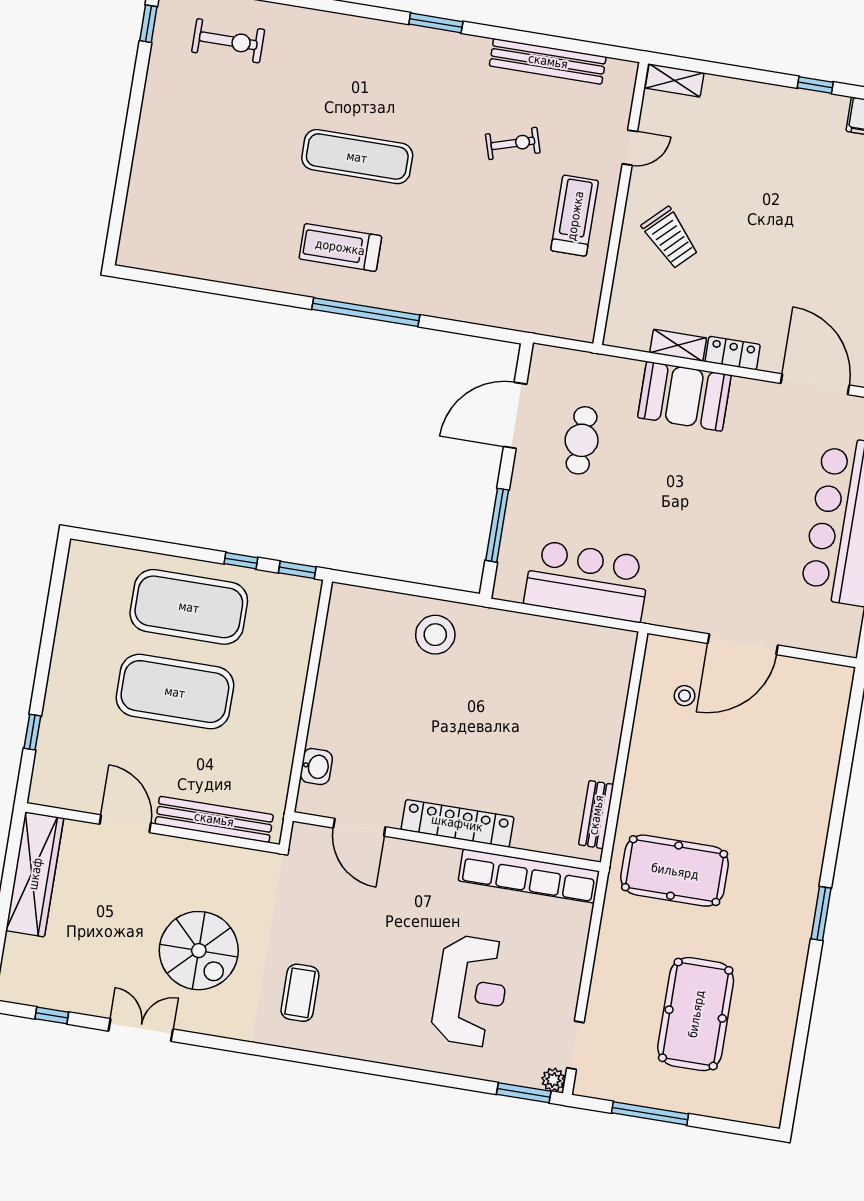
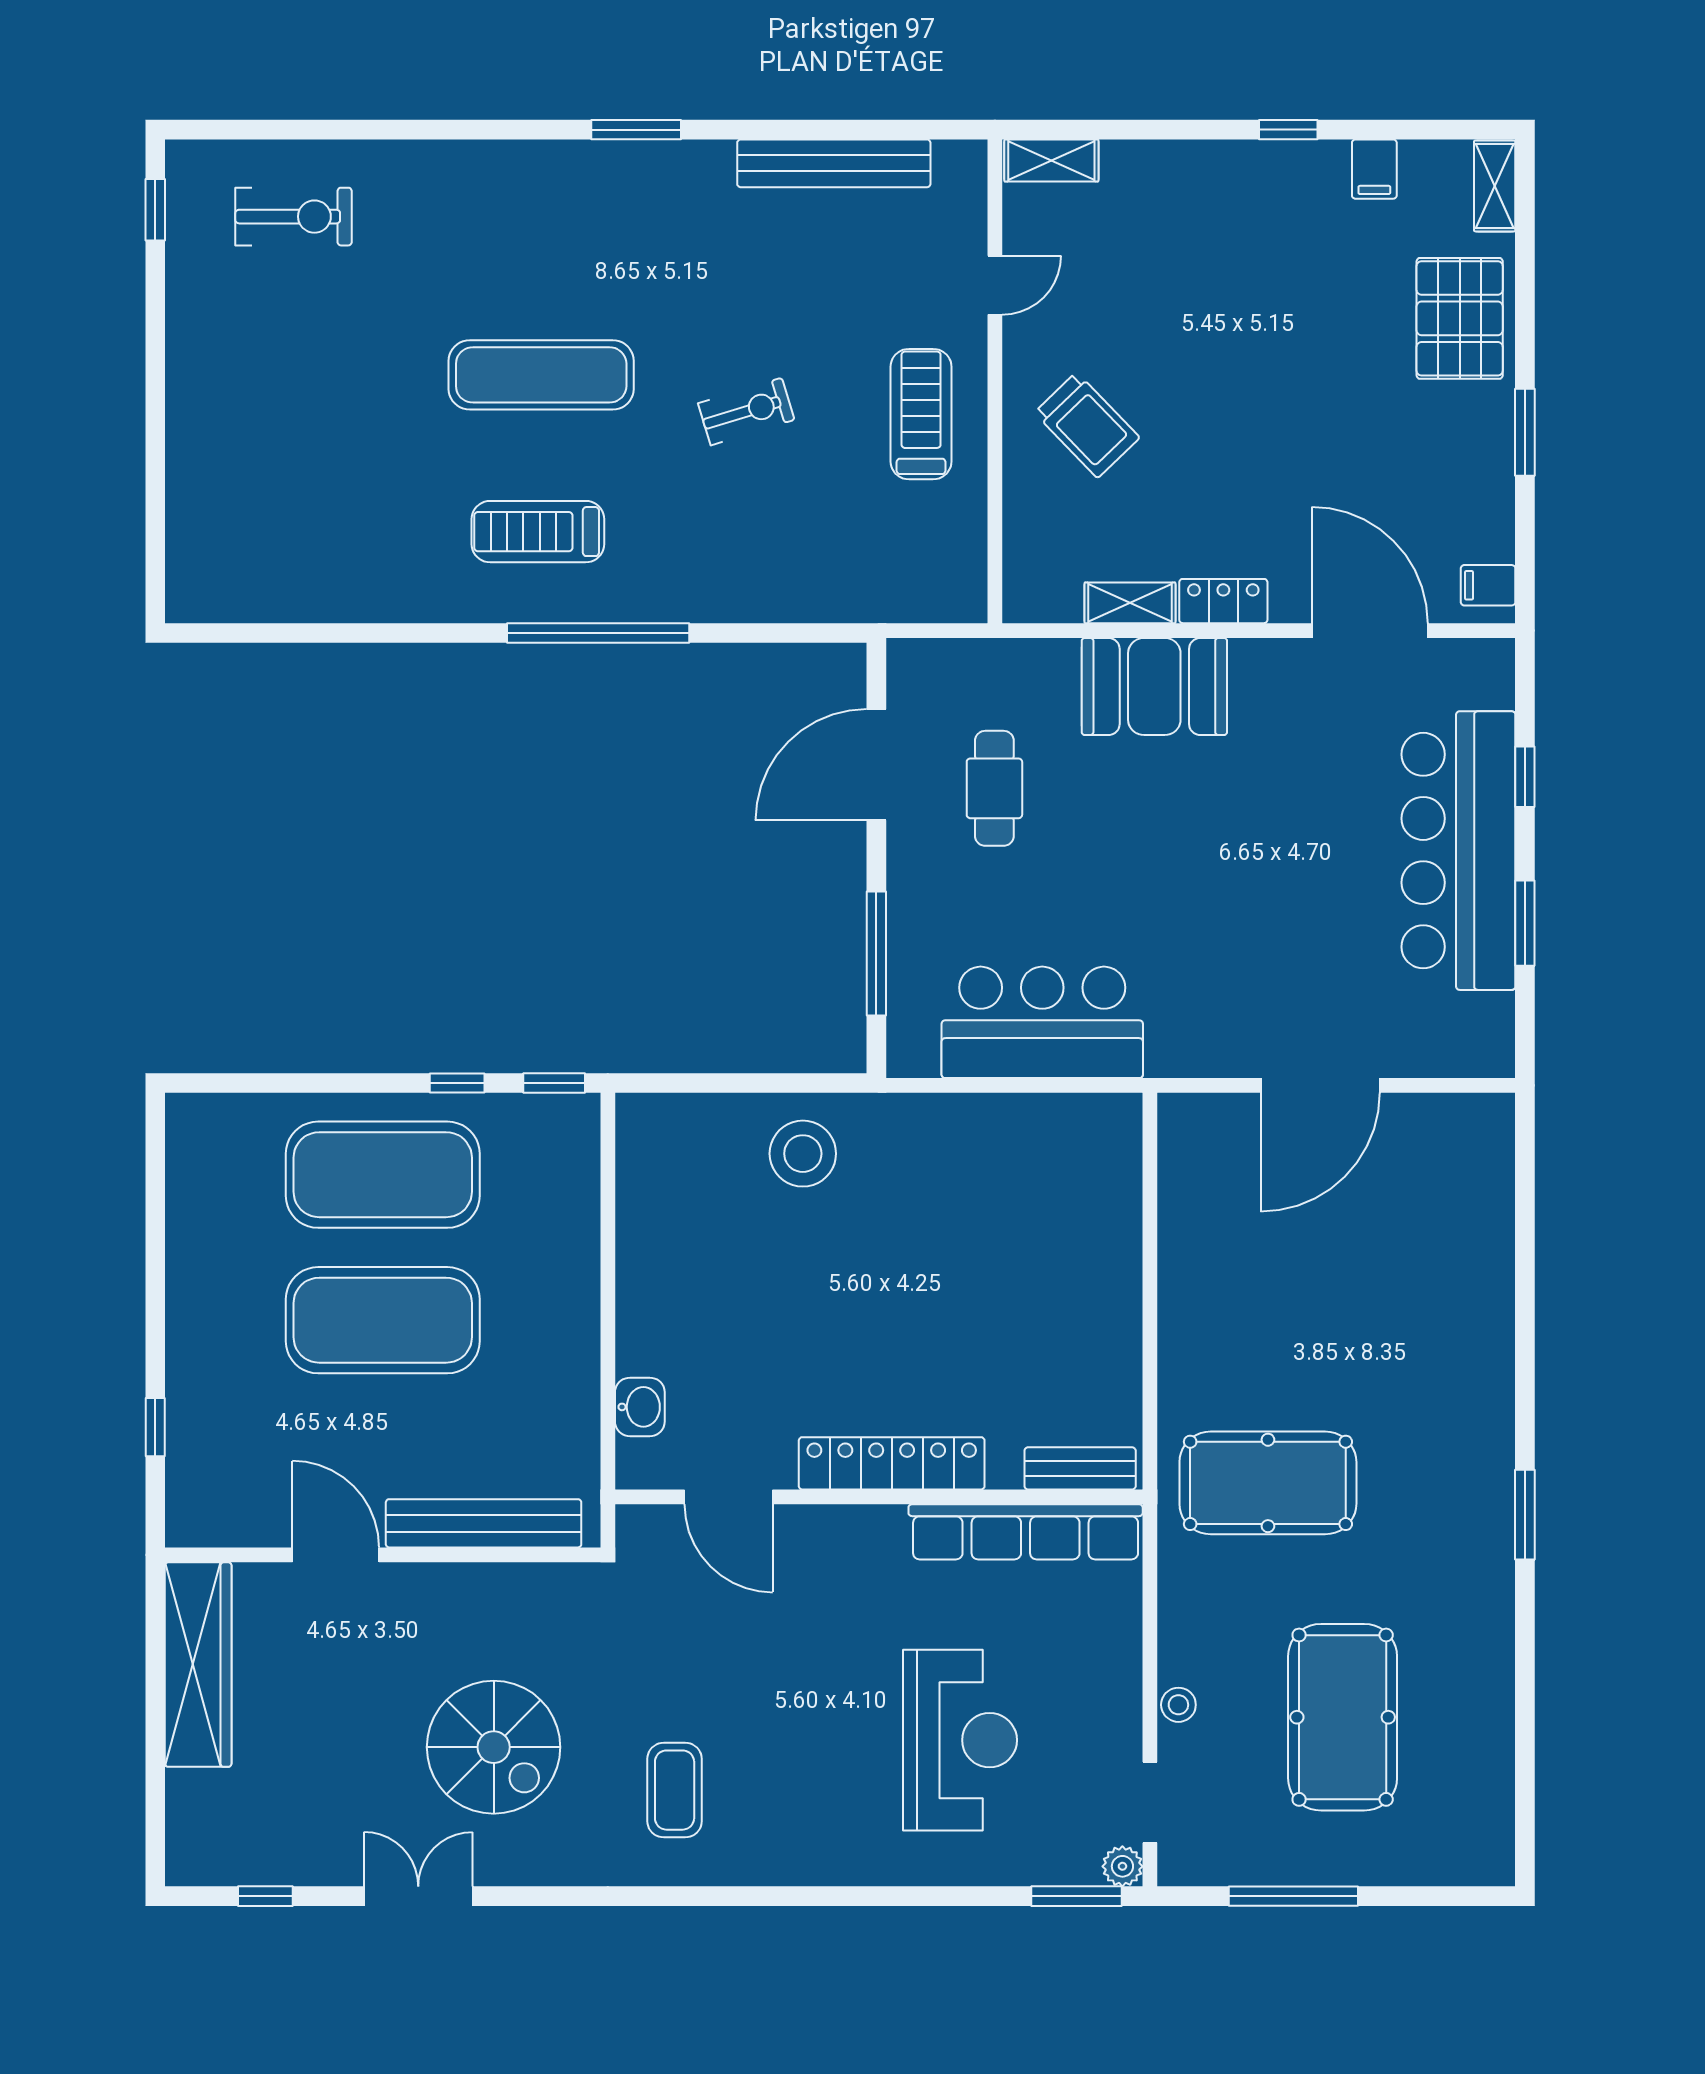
exercise bike: (513, 143) -> (746, 412), moved
stool: (685, 696) -> (1178, 1705), moved
bench: (596, 815) -> (1080, 1468), moved, turned 90

